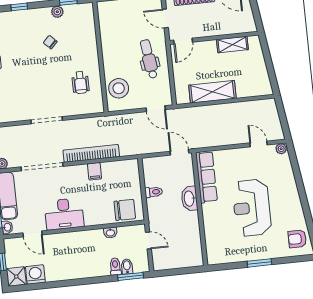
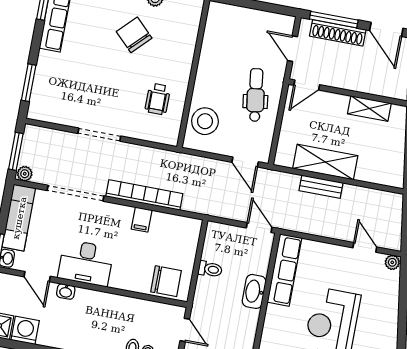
chair: (50, 42) -> (134, 35), width x1.87, depth x1.87
bench: (215, 110) -> (321, 187), added
washbasin: (110, 233) -> (66, 291), moved

